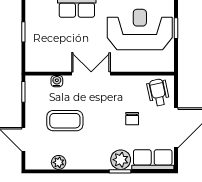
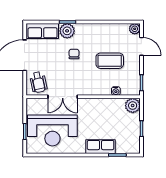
plant: (35, 62) -> (133, 106), added
double door: (91, 74) -> (63, 97), moved
chair: (132, 119) -> (74, 54), moved
plant: (59, 162) -> (135, 29), moved

